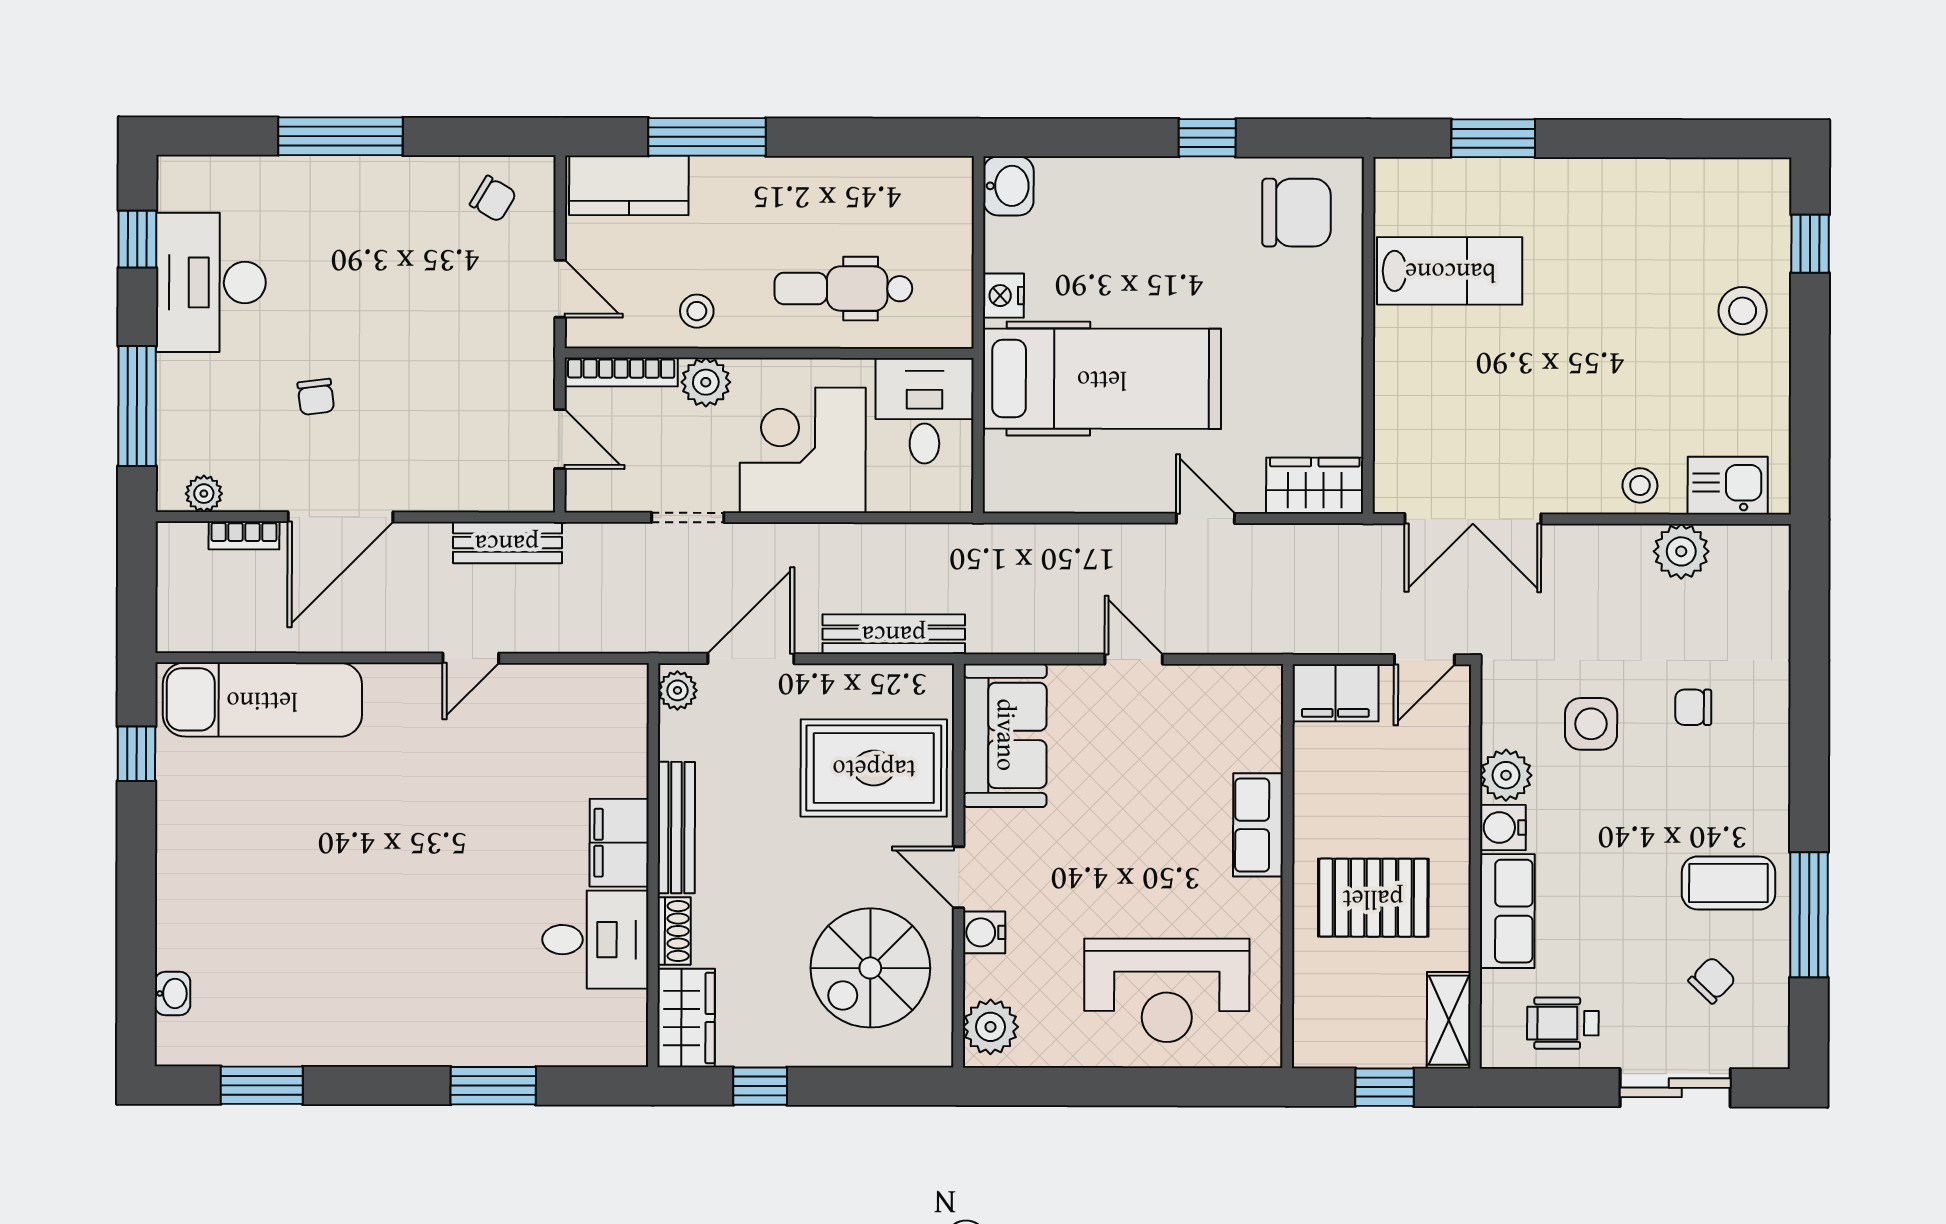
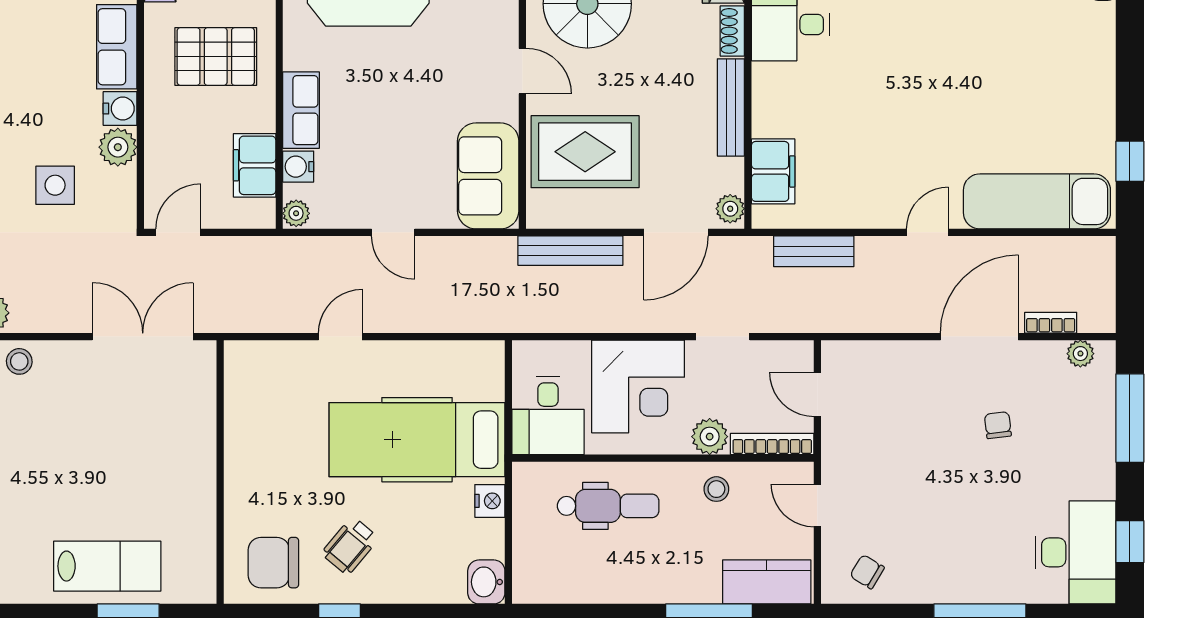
wheelchair: (1193, 235) -> (350, 546), added
lab bench: (1450, 271) -> (107, 566), moved, turned 180
desk: (211, 282) -> (1076, 552), moved
wardrobe: (1315, 486) -> (260, 361), removed
door: (1205, 518) -> (340, 337), swing flipped
bench: (507, 543) -> (814, 251), moved
door: (471, 658) -> (927, 232), moved
plant: (1265, 685) -> (296, 213), added
filing cabinet: (1335, 693) -> (255, 165), moved, turned -90
filing cabinet: (619, 843) -> (773, 171), moved
water cooler: (984, 932) -> (298, 167), moved, turned 180

